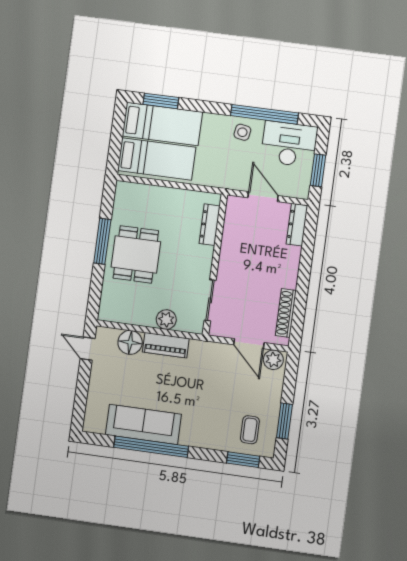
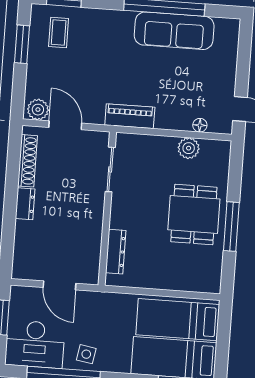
dresser: (297, 225) -> (25, 204), moved, width x0.70
plant: (166, 320) -> (189, 148), moved
floor lamp: (130, 342) -> (200, 125), width x0.53, depth x0.53
piano: (166, 345) -> (130, 116), moved

